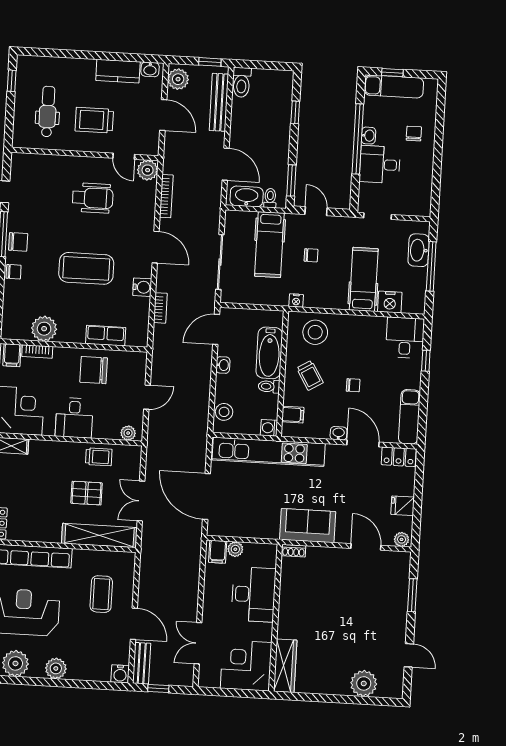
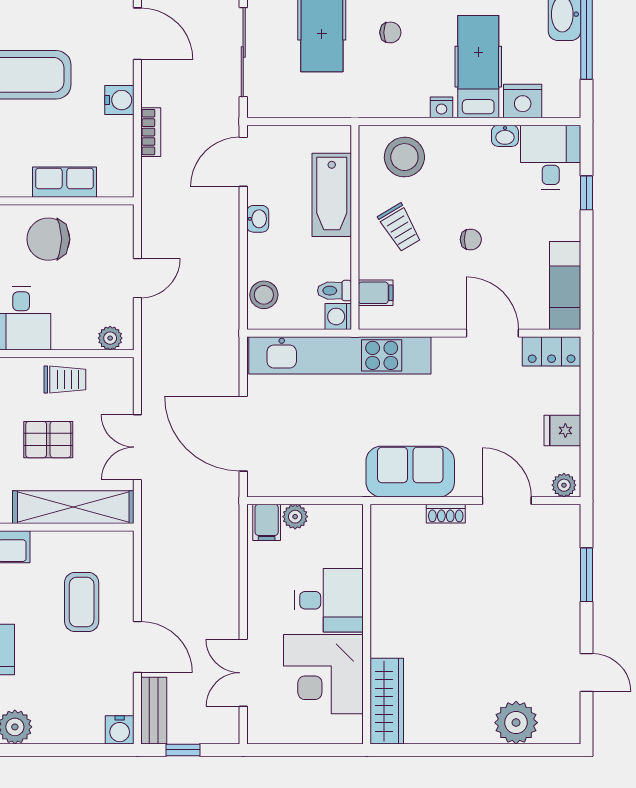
nightstand: (296, 301) -> (441, 107), moved
toilet: (269, 386) -> (334, 291), moved
washbasin: (339, 433) -> (505, 136), moved, turned 180
shoe rack: (294, 551) -> (446, 514), moved
desk: (253, 594) -> (329, 600), width x0.73
corner desk: (246, 665) -> (323, 674), moved, turned -90

